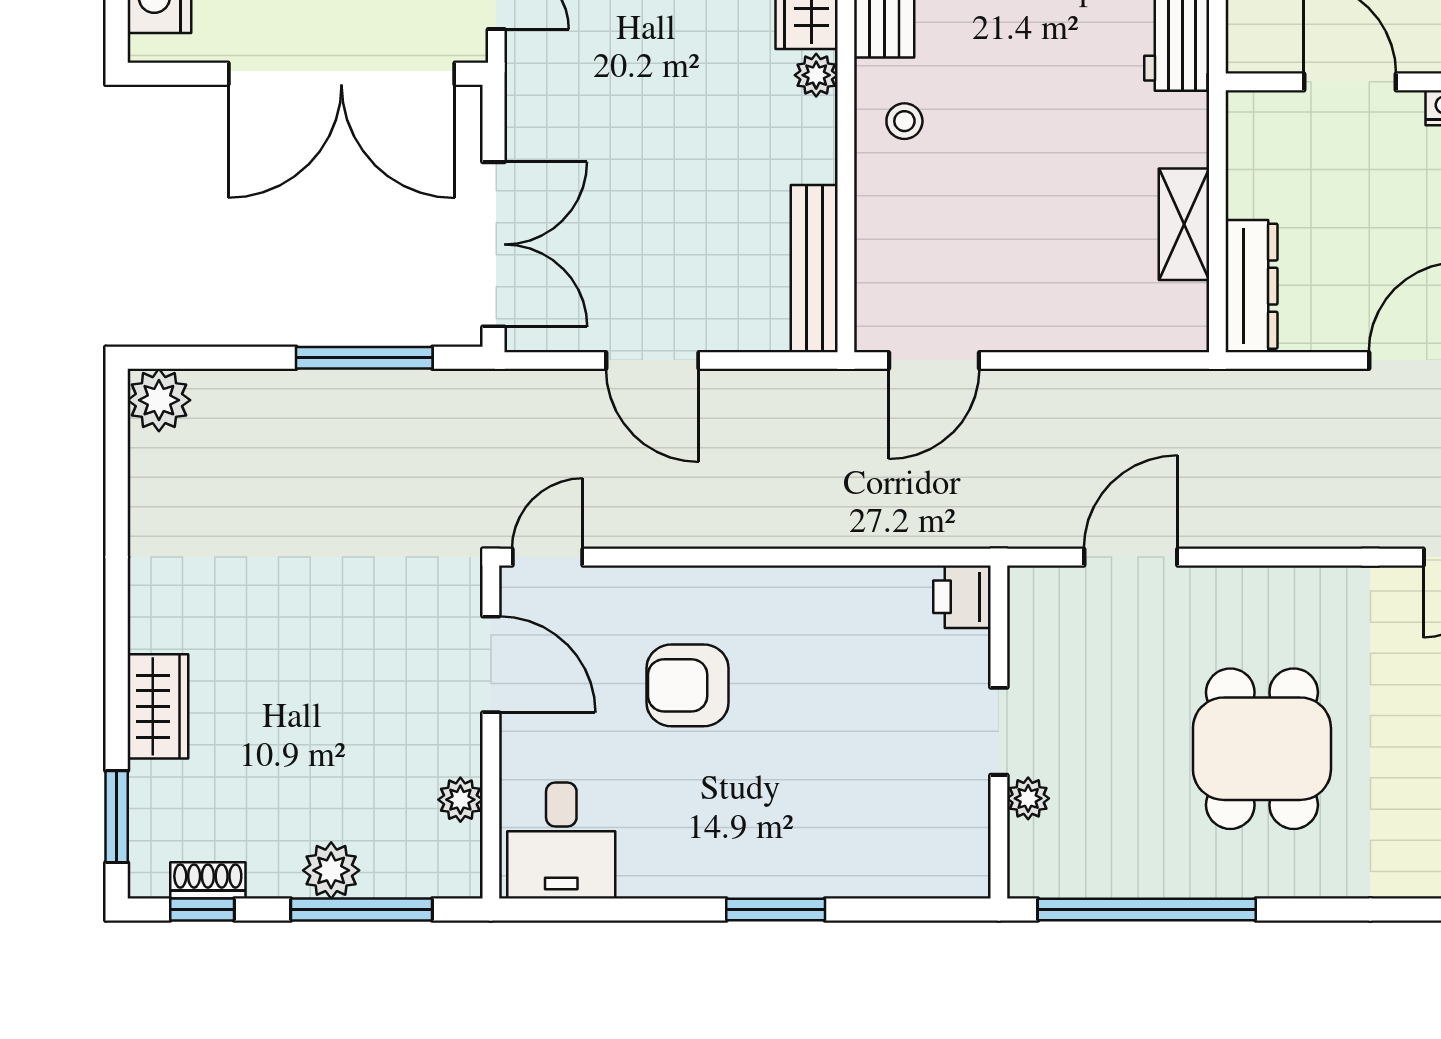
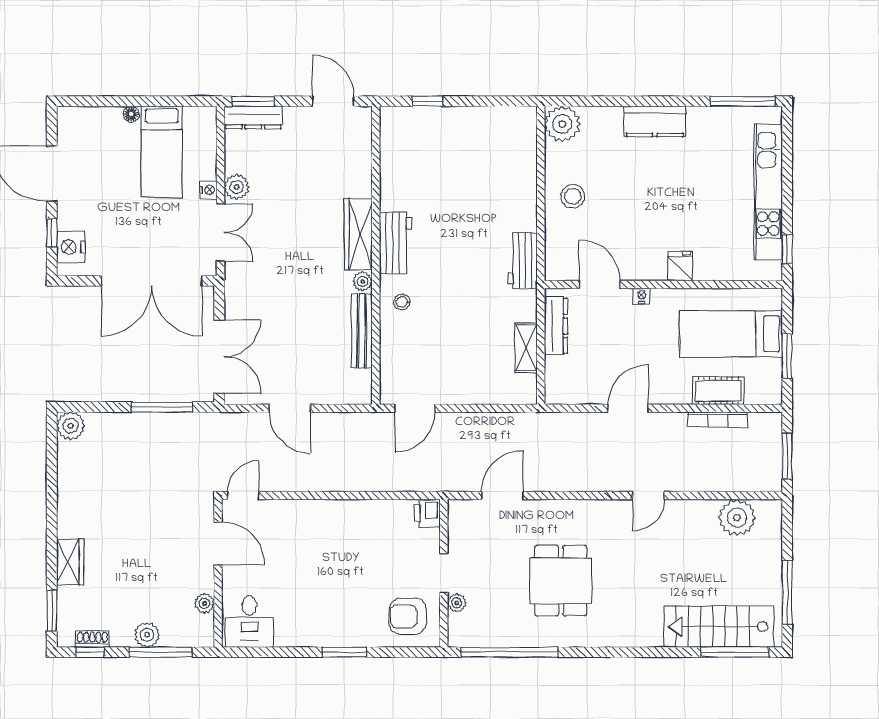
bench: (814, 269) -> (362, 331), moved
dresser: (1251, 286) -> (556, 326), moved
armchair: (688, 685) -> (408, 616), moved

